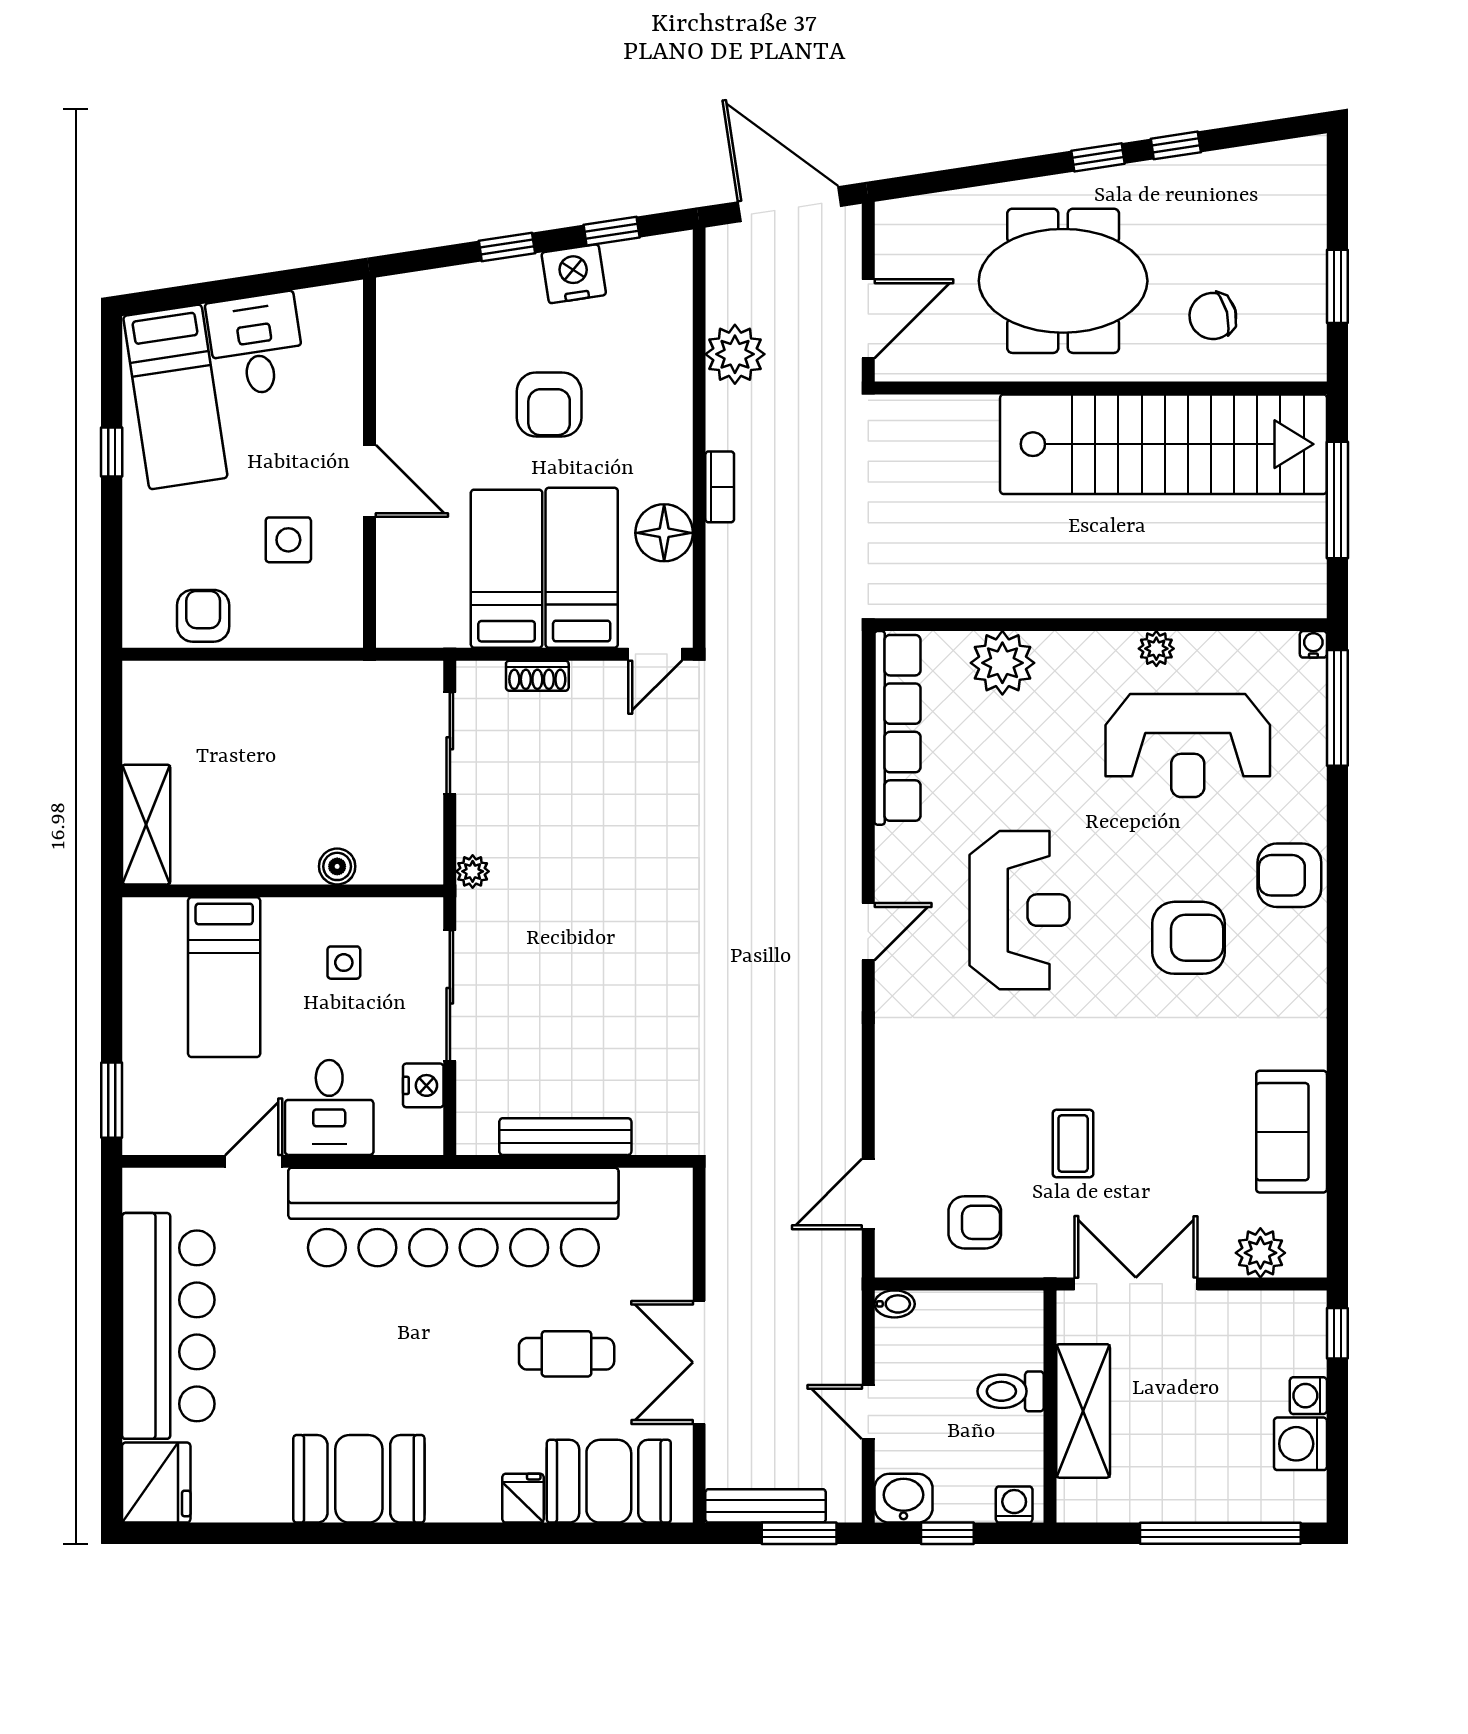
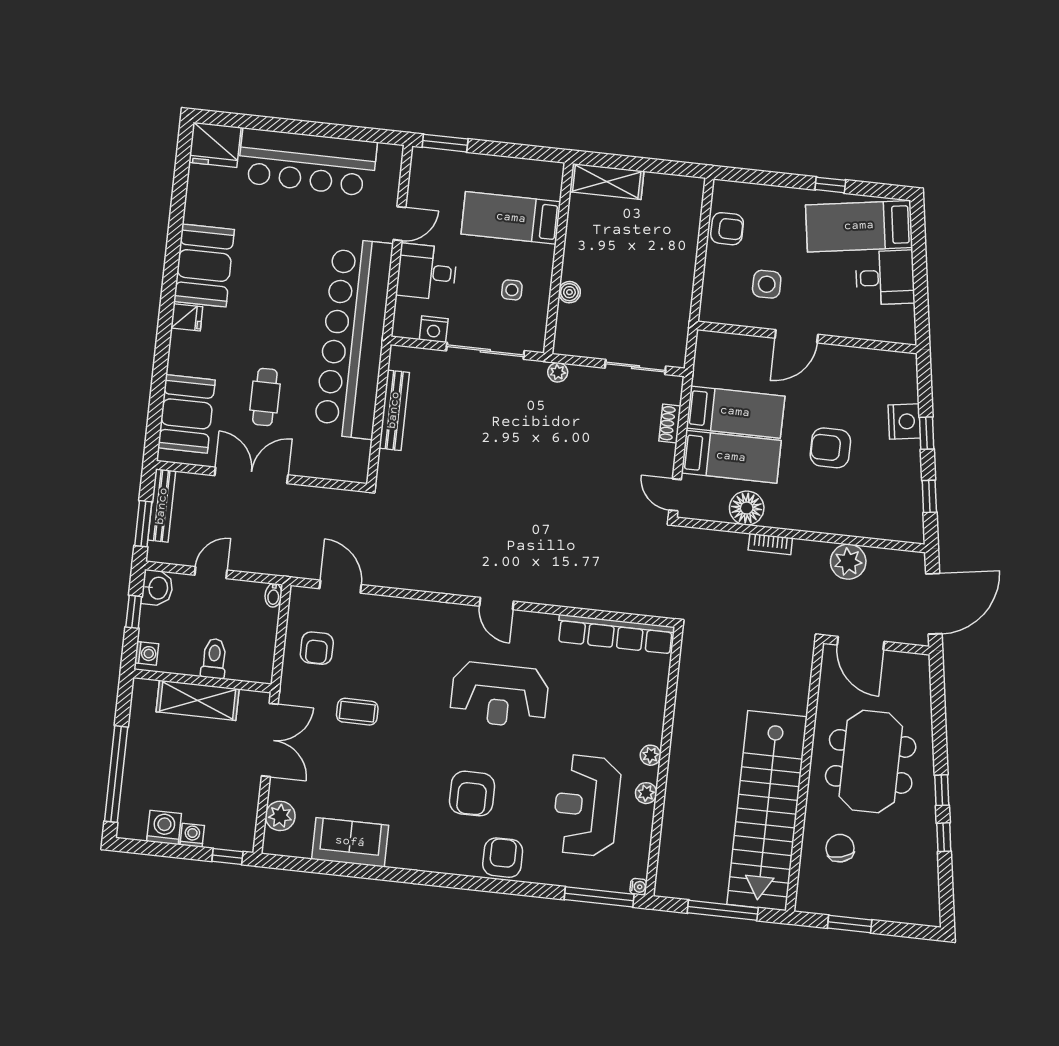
nightstand: (574, 274) -> (904, 421), moved
plant: (1002, 663) -> (651, 755), moved, width x0.53, depth x0.53
door: (254, 1161) -> (400, 224), hinge flipped
fridge: (523, 1498) -> (187, 317), moved

